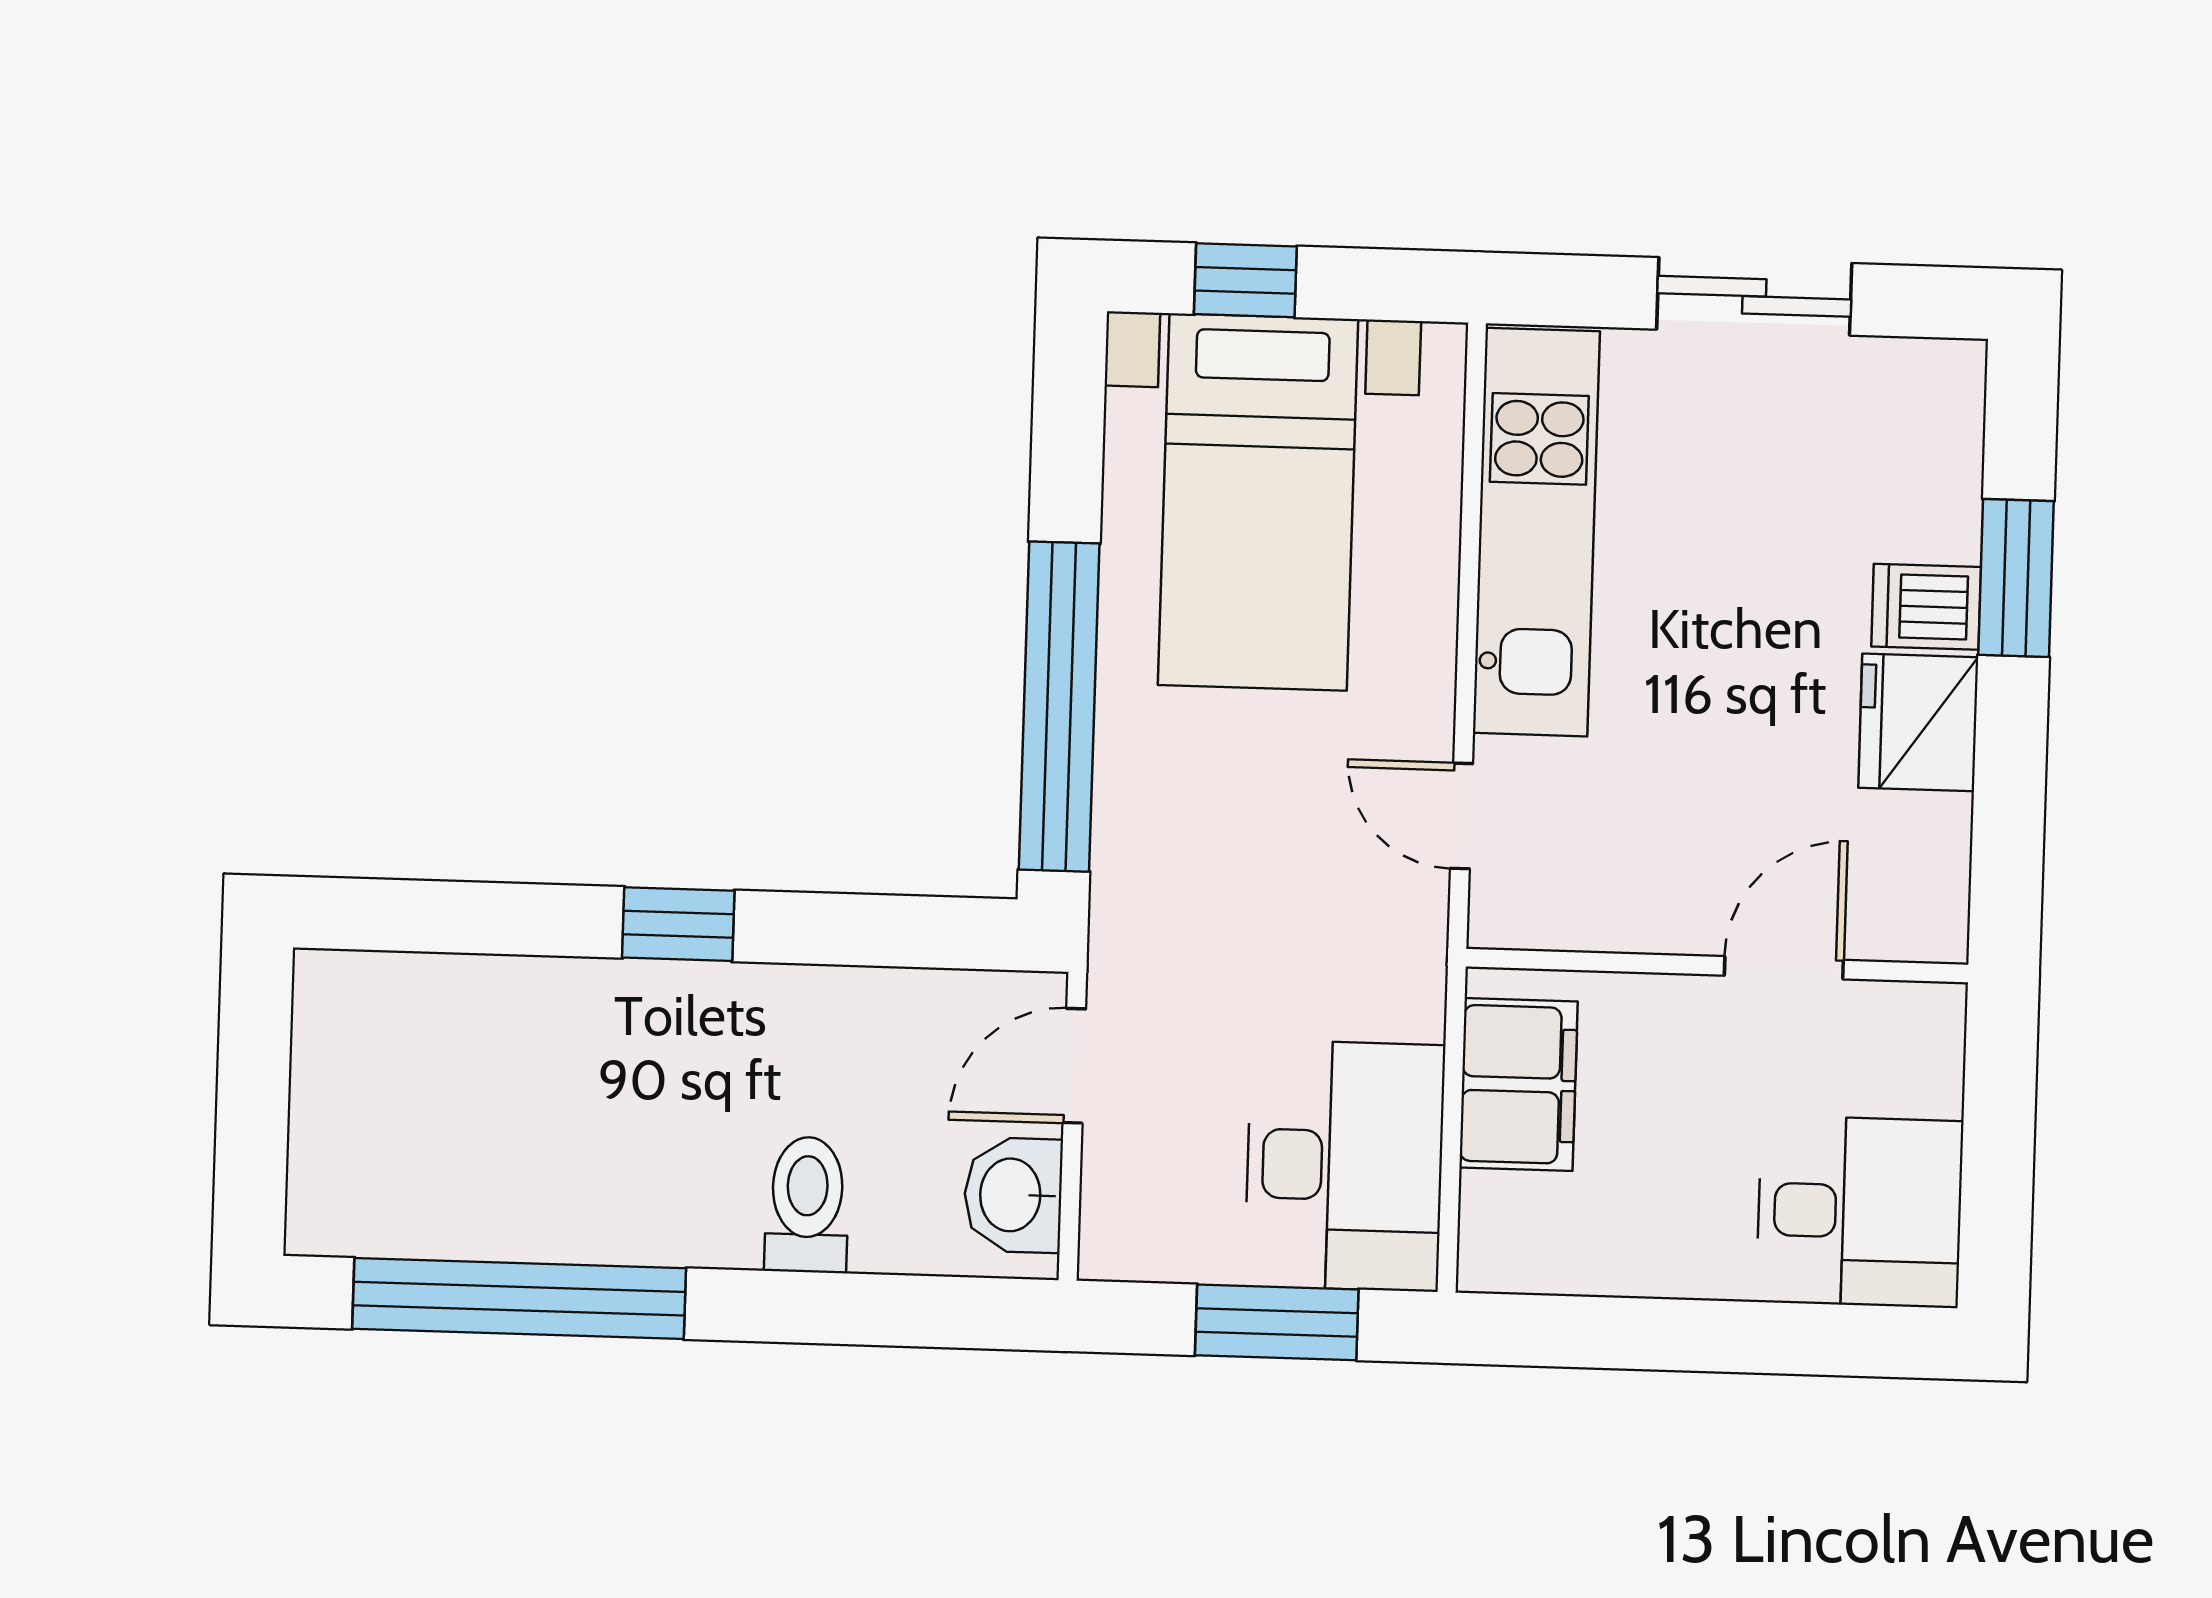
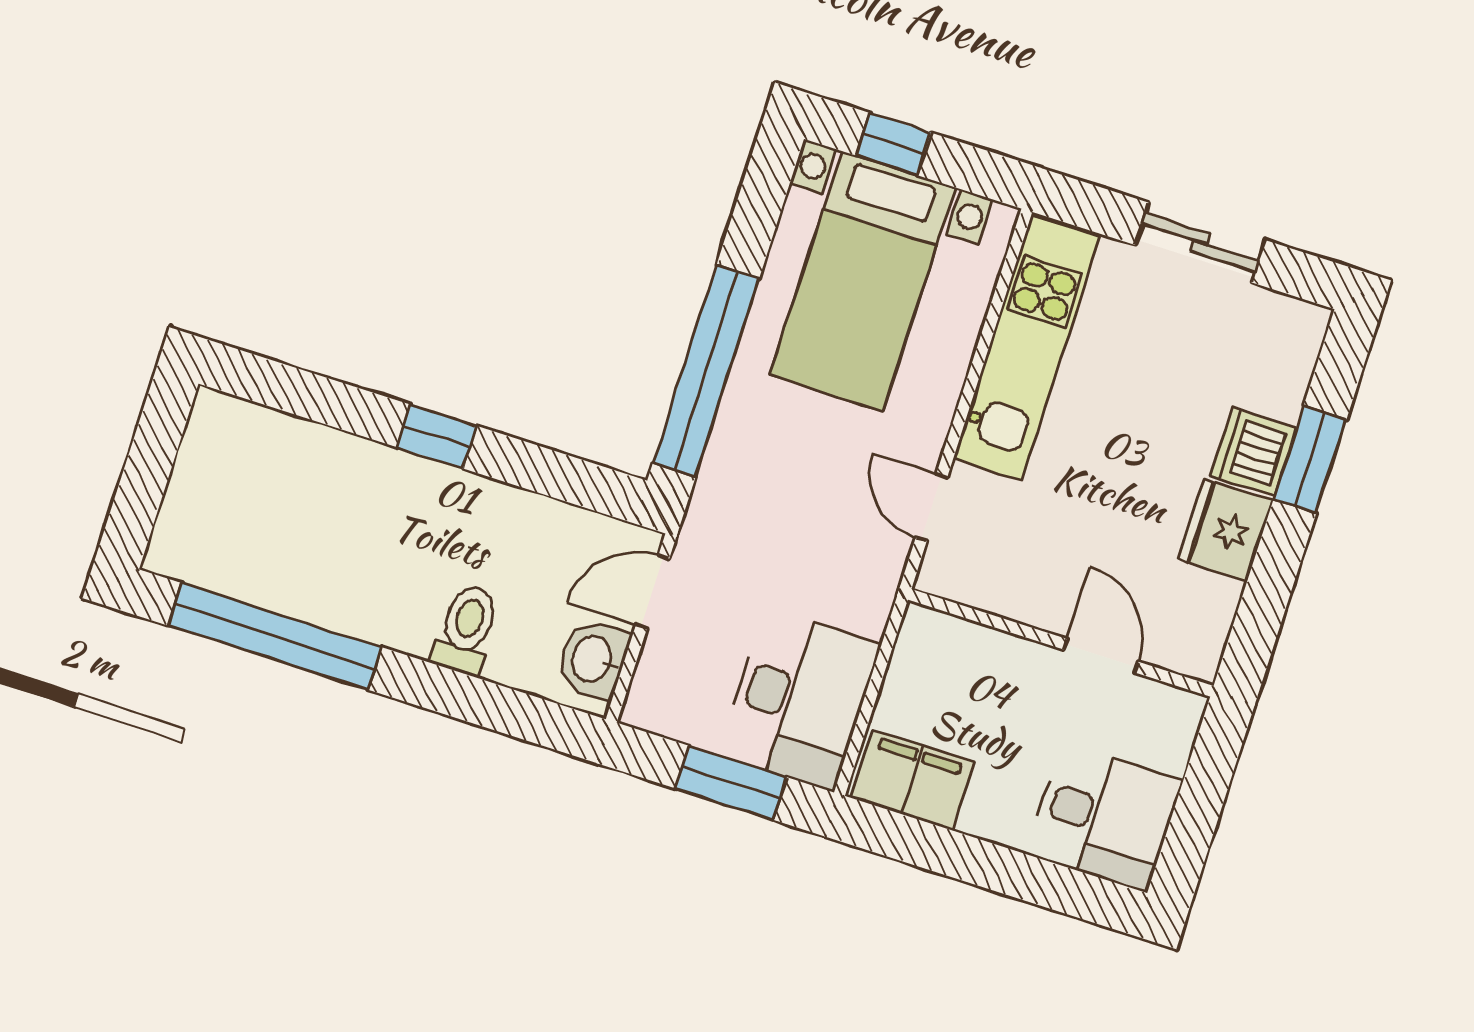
dishwasher: (1926, 607) -> (1253, 452), width x1.38
door: (1784, 968) -> (1101, 656), hinge flipped
filing cabinet: (1519, 1084) -> (912, 780), moved, turned -90

